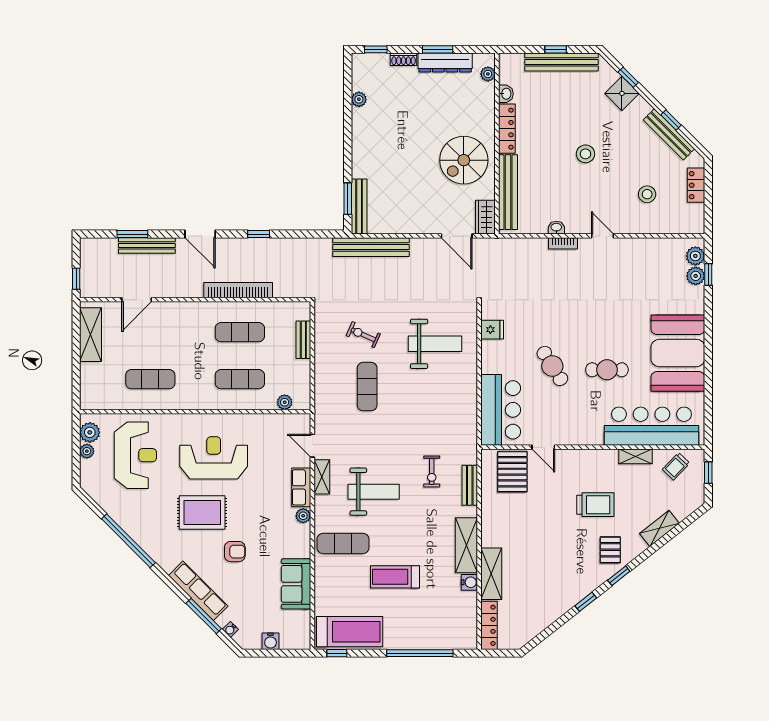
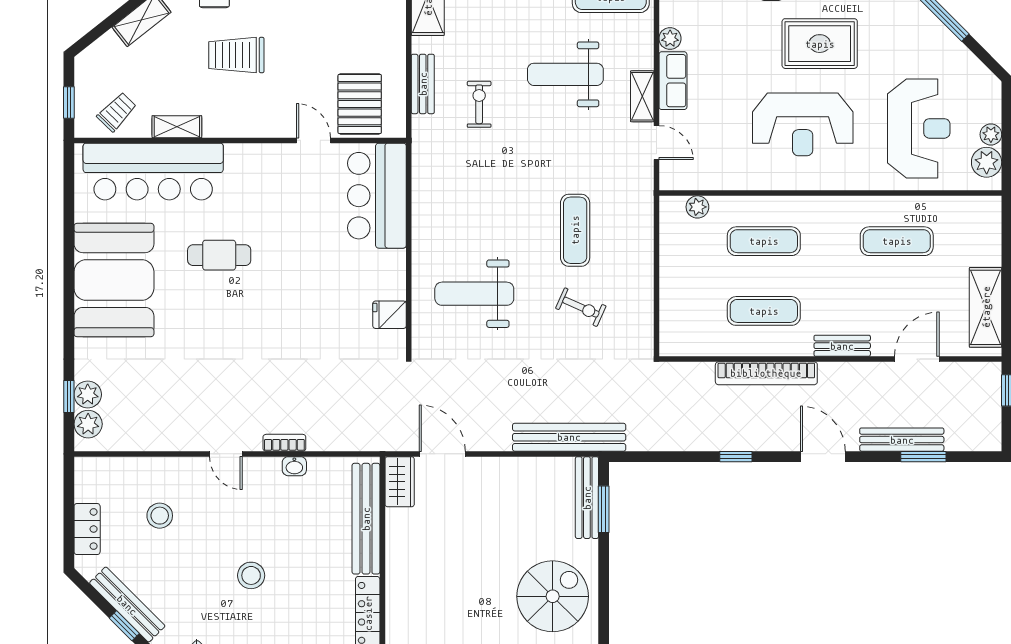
spiral stairs: (464, 160) -> (553, 596), moved
bench: (303, 340) -> (842, 346), moved, turned 90
cafe table: (552, 366) -> (300, 261), removed
reception desk: (135, 455) -> (919, 128), turned 180

